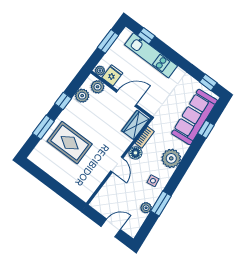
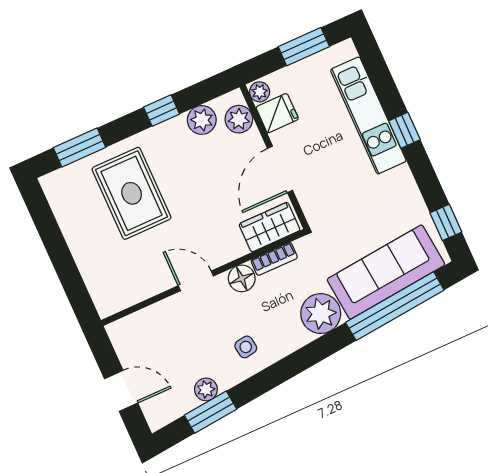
window: (146, 36) -> (404, 130), moved
door: (126, 98) -> (280, 169), swing flipped
window: (43, 127) -> (80, 147), moved
window: (206, 129) -> (395, 306), width x3.17
plant: (171, 158) -> (321, 314), moved
door: (117, 165) -> (196, 281), swing flipped
window: (161, 203) -> (210, 412), moved

